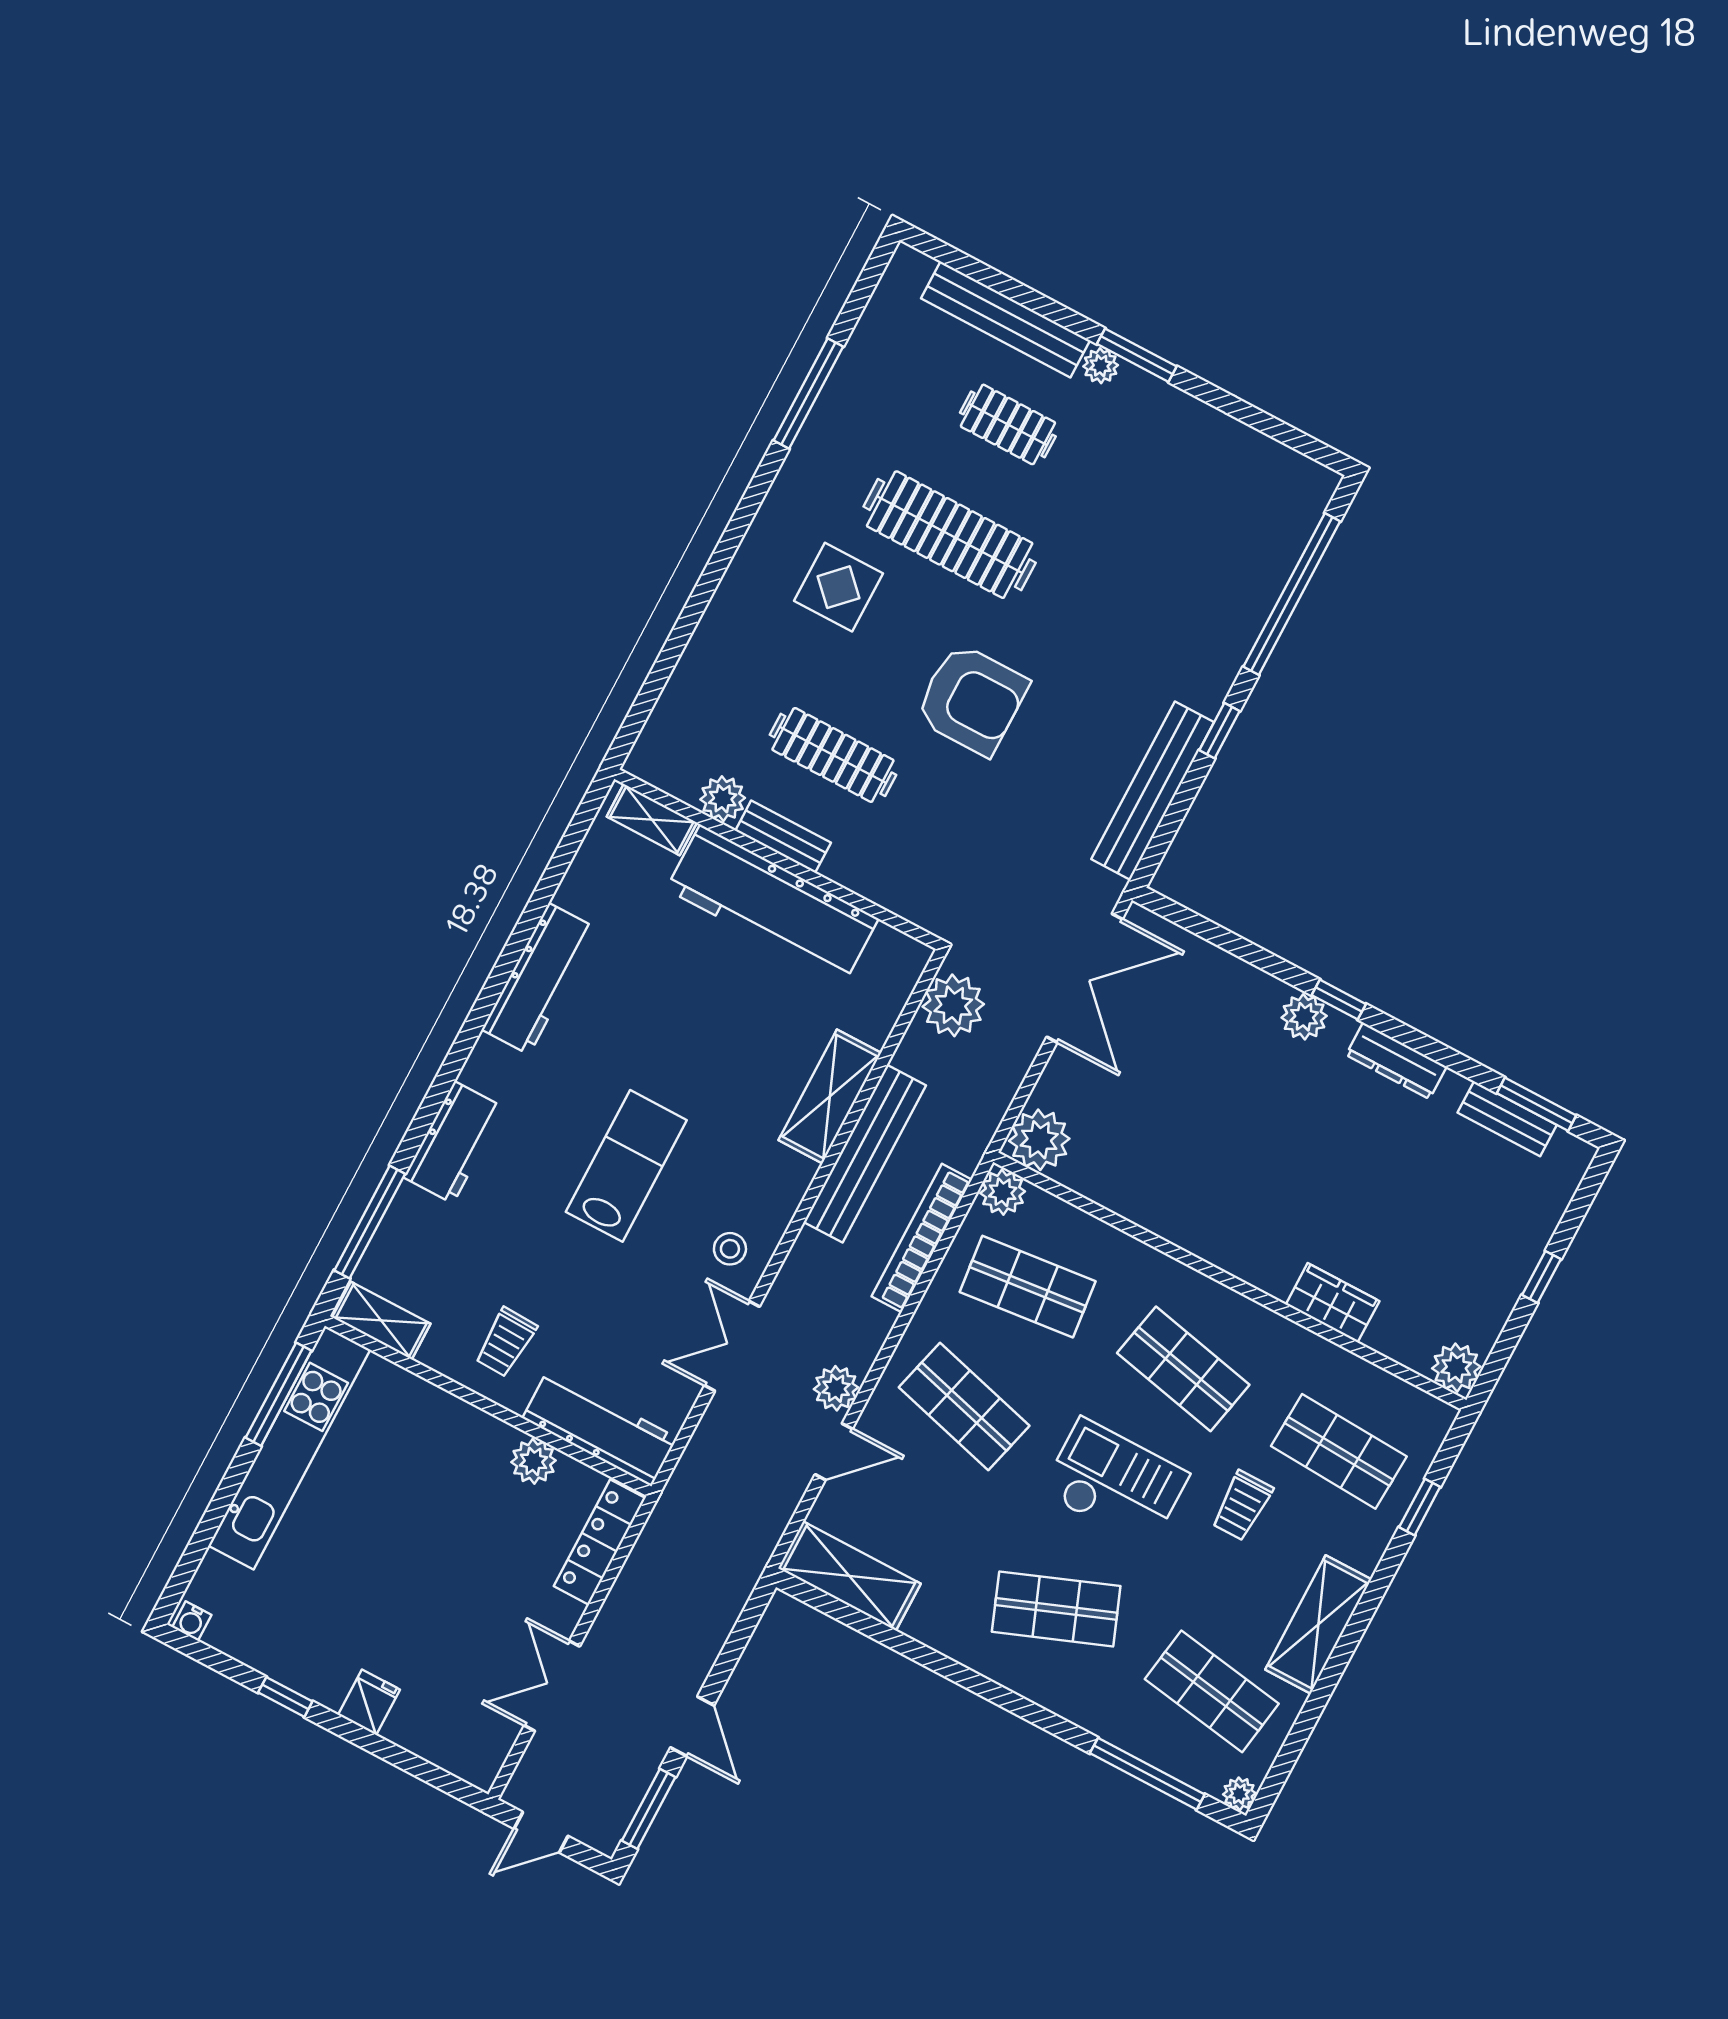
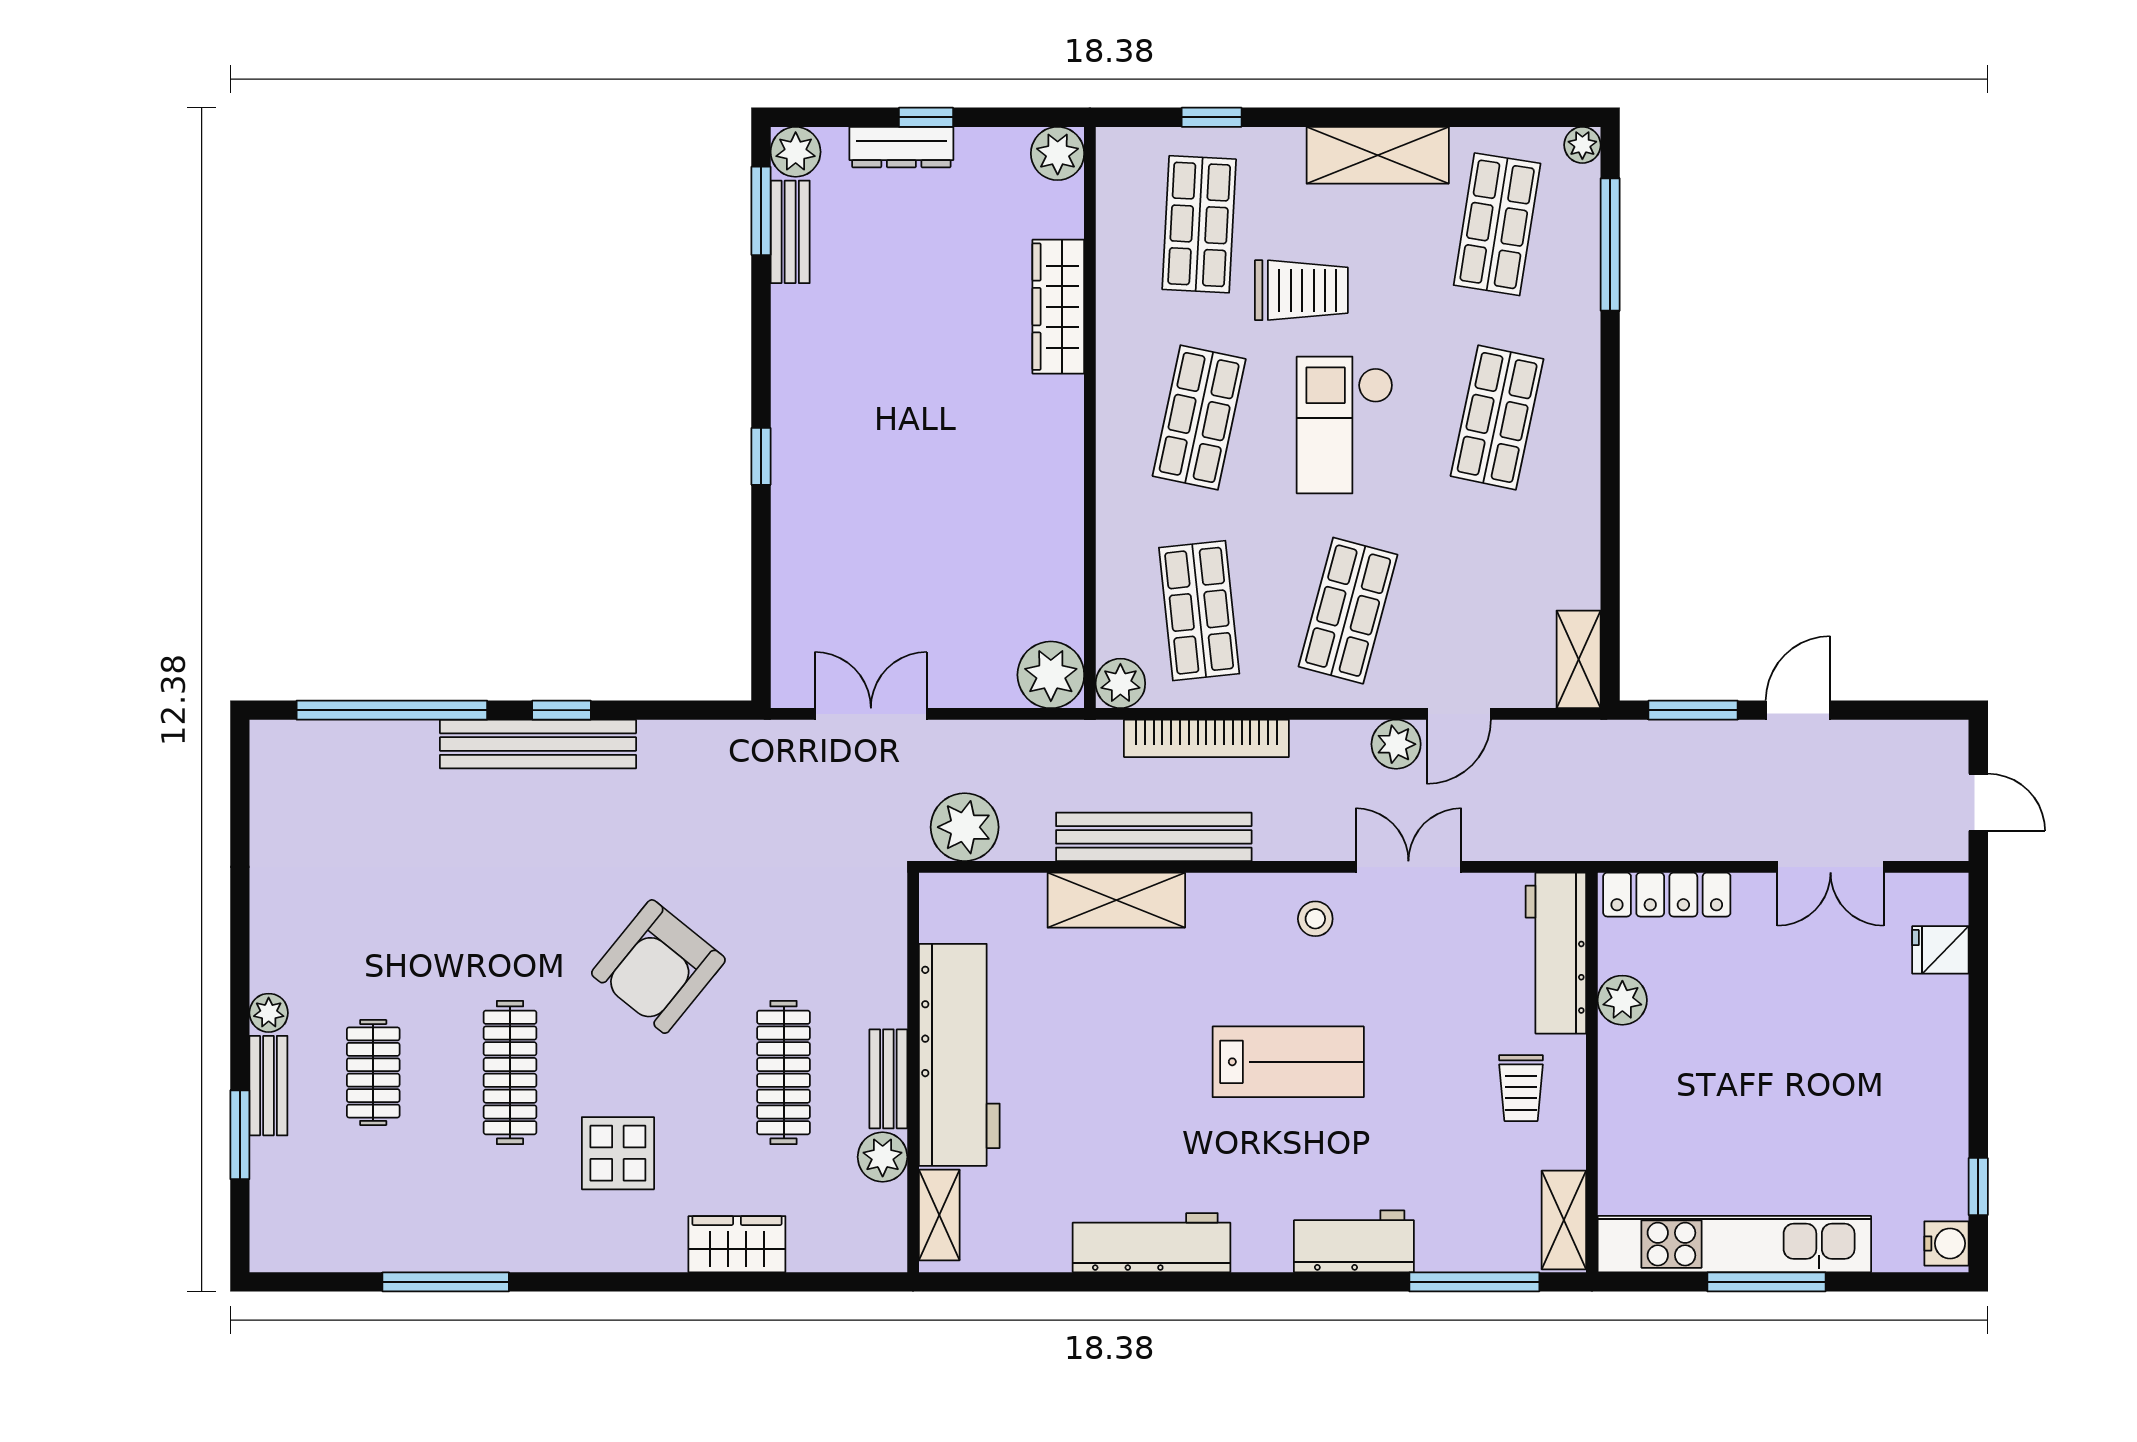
bench: (1006, 319) -> (268, 1086), width x0.54, depth x0.82
window: (1137, 355) -> (240, 1135), moved
clothes rail: (950, 535) -> (510, 1072), width x0.73, depth x0.76
wardrobe: (715, 644) -> (737, 1244), added
armchair: (972, 699) -> (658, 967), turned -141
bench: (1153, 791) -> (538, 744), moved
double door: (1085, 978) -> (871, 714), width x0.73
plant: (1304, 1017) -> (796, 152), moved
dresser: (1396, 1061) -> (901, 147), moved, turned 90
lab bench: (626, 1166) -> (1288, 1062), turned 180
wardrobe: (1333, 1303) -> (1058, 307), width x1.50
trolley: (506, 1342) -> (1521, 1088), turned 88
double door: (732, 1346) -> (1408, 867), swing flipped
window: (279, 1394) -> (1766, 1282), moved
door: (834, 1452) -> (1459, 714), swing flipped
trolley: (1242, 1506) -> (1301, 290), width x1.36, depth x1.39
shelving: (849, 1576) -> (1579, 659), width x0.67, depth x0.75
shop shelf: (1056, 1609) -> (1497, 417), turned 33
water cooler: (192, 1621) -> (1946, 1243), width x1.38, depth x1.38
window: (285, 1697) -> (1978, 1187), moved
fridge: (369, 1702) -> (1940, 950), moved
window: (649, 1809) -> (1693, 710), moved

